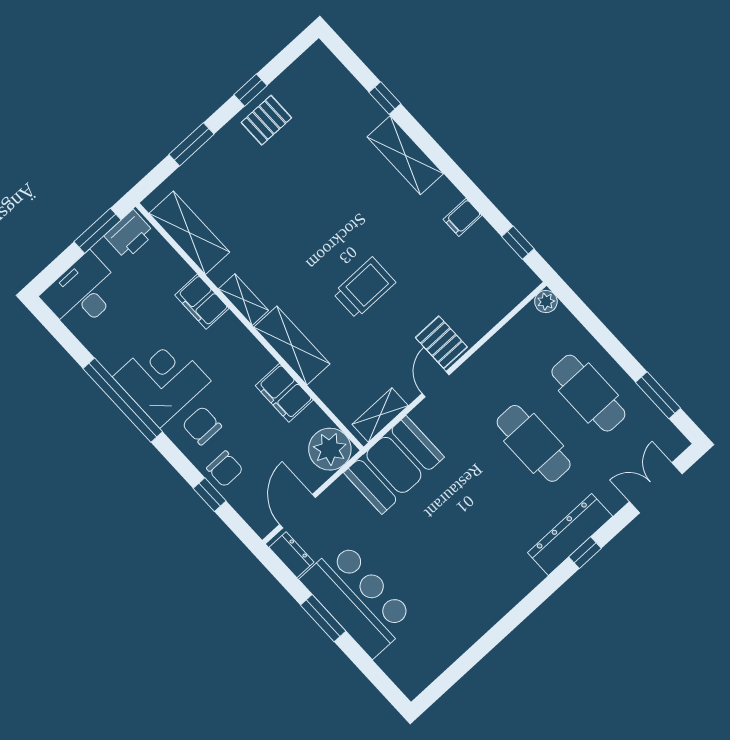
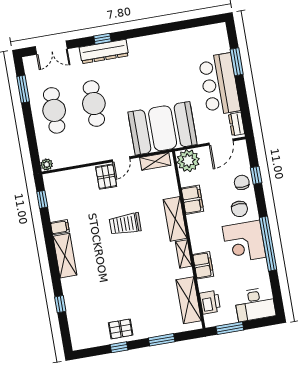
shelving: (405, 155) -> (65, 256), moved
printer: (129, 235) -> (210, 302), moved, turned 90
booth: (394, 465) -> (163, 128), width x1.36, depth x1.42
window: (323, 618) -> (237, 62), moved

